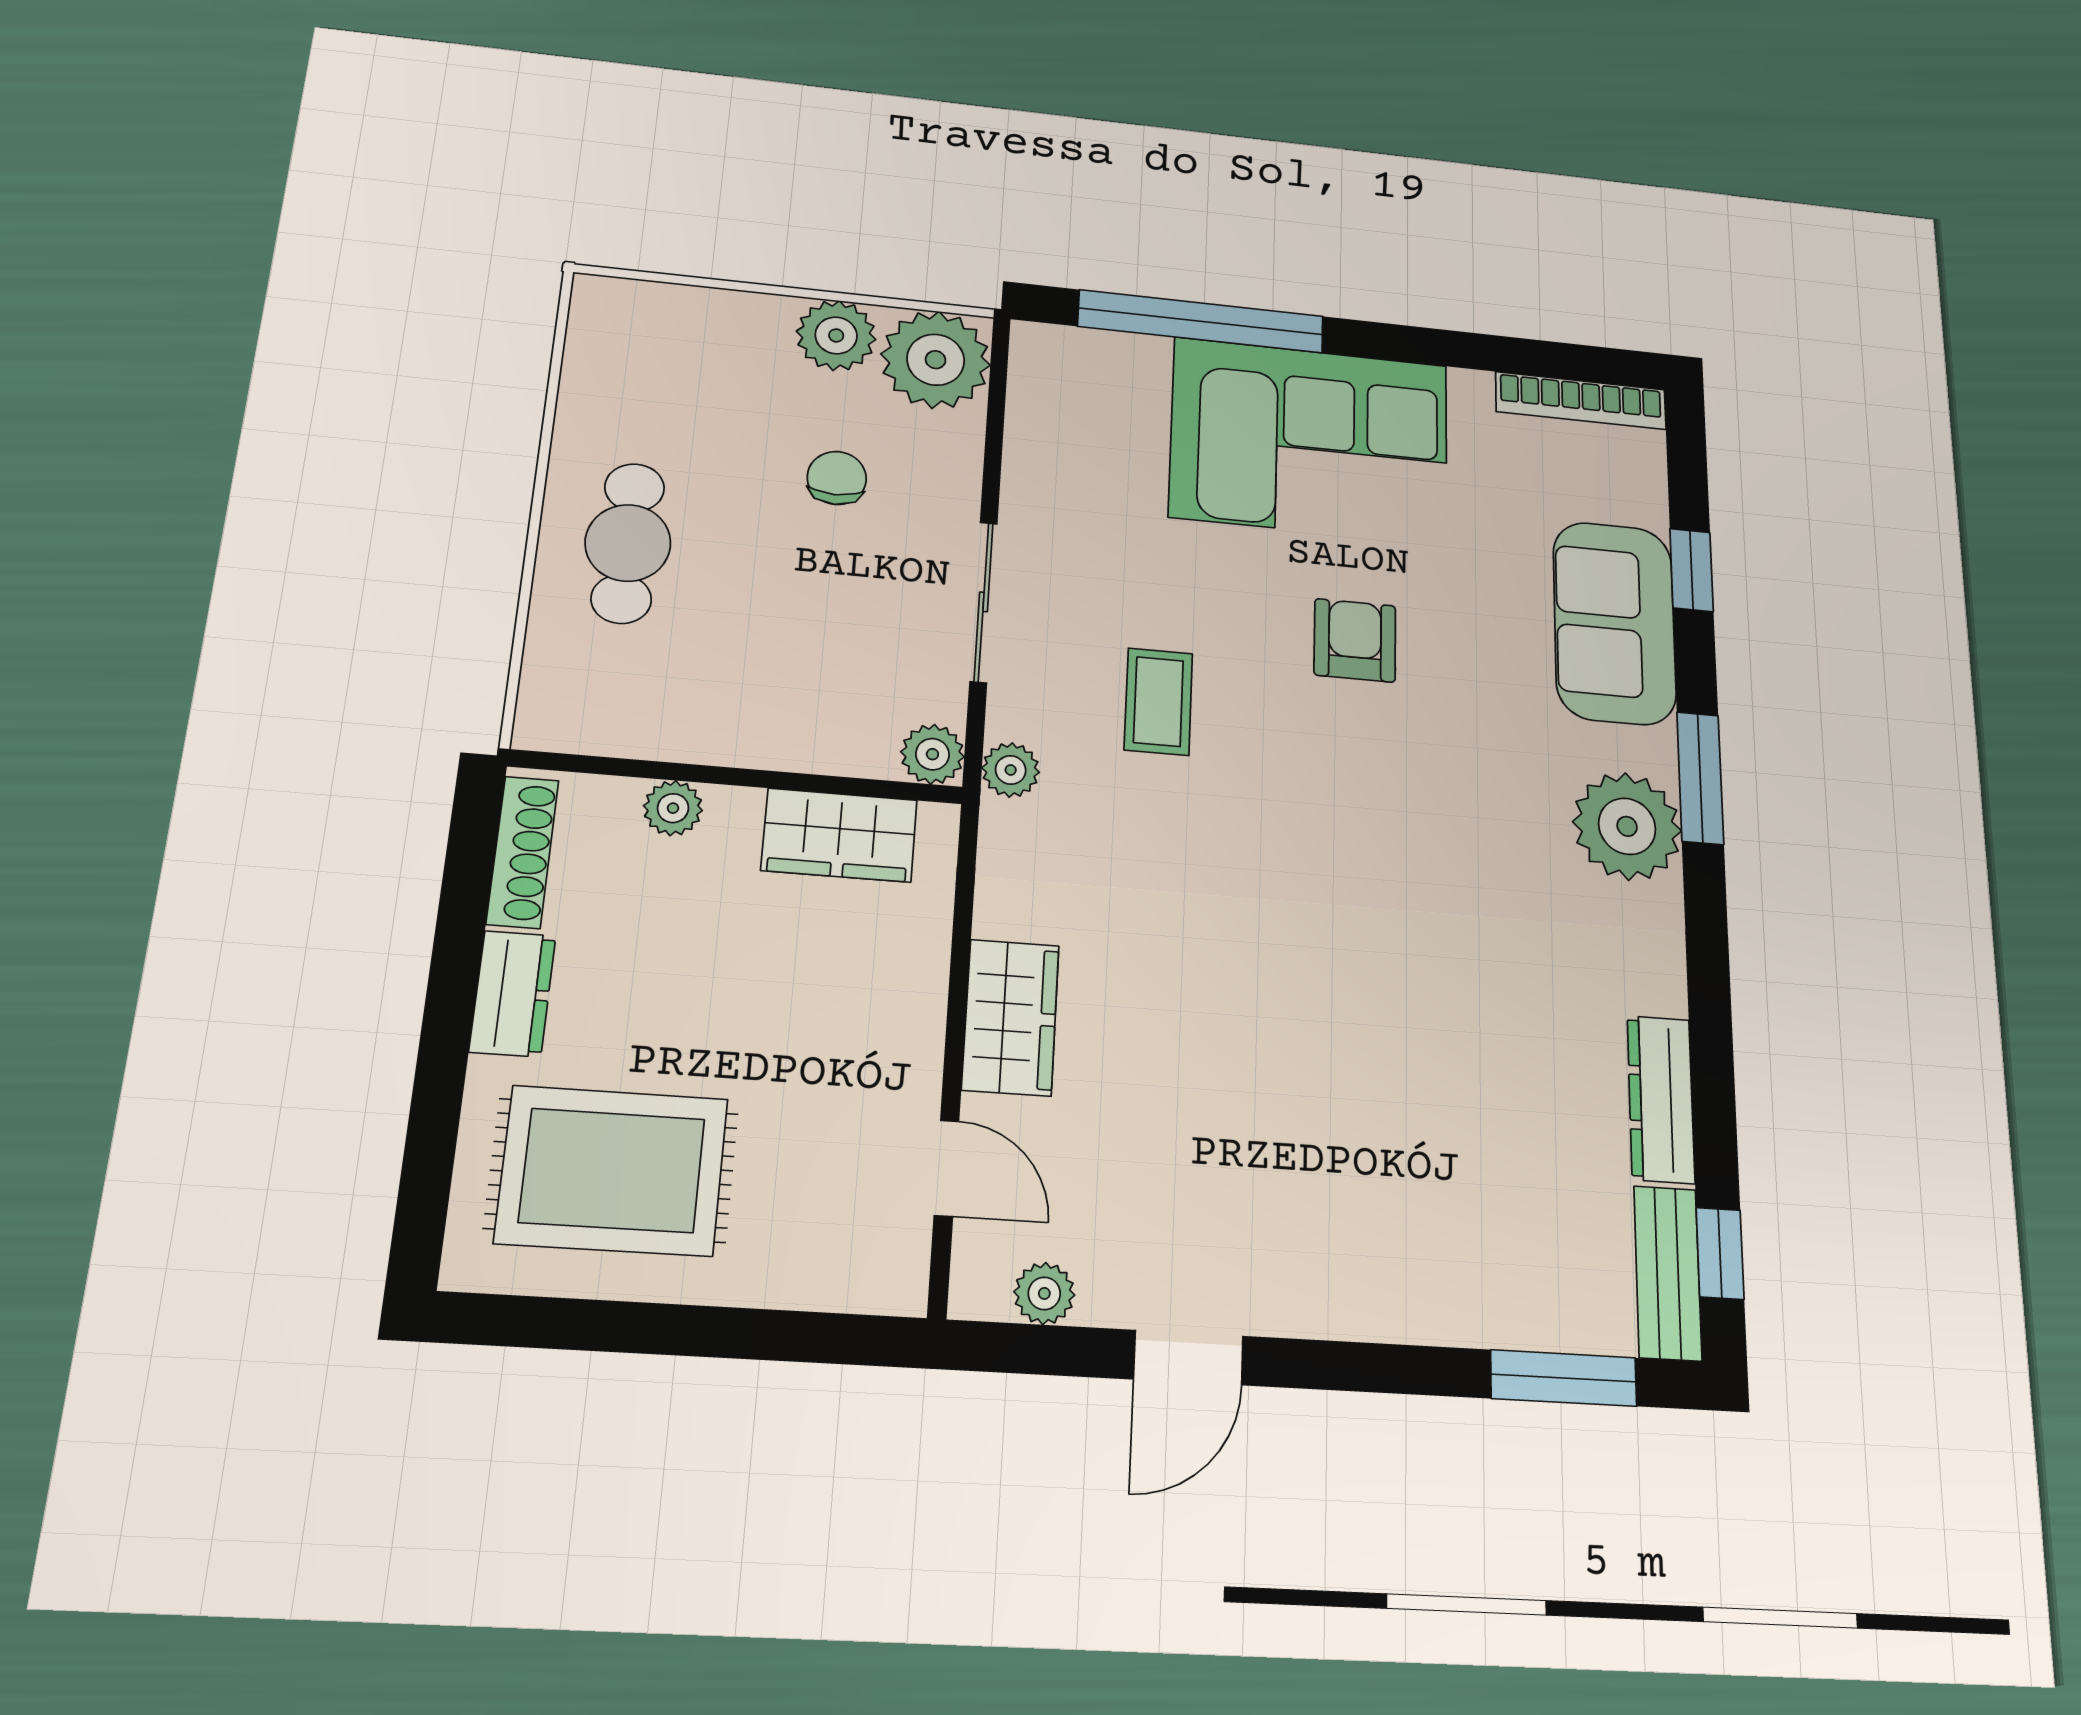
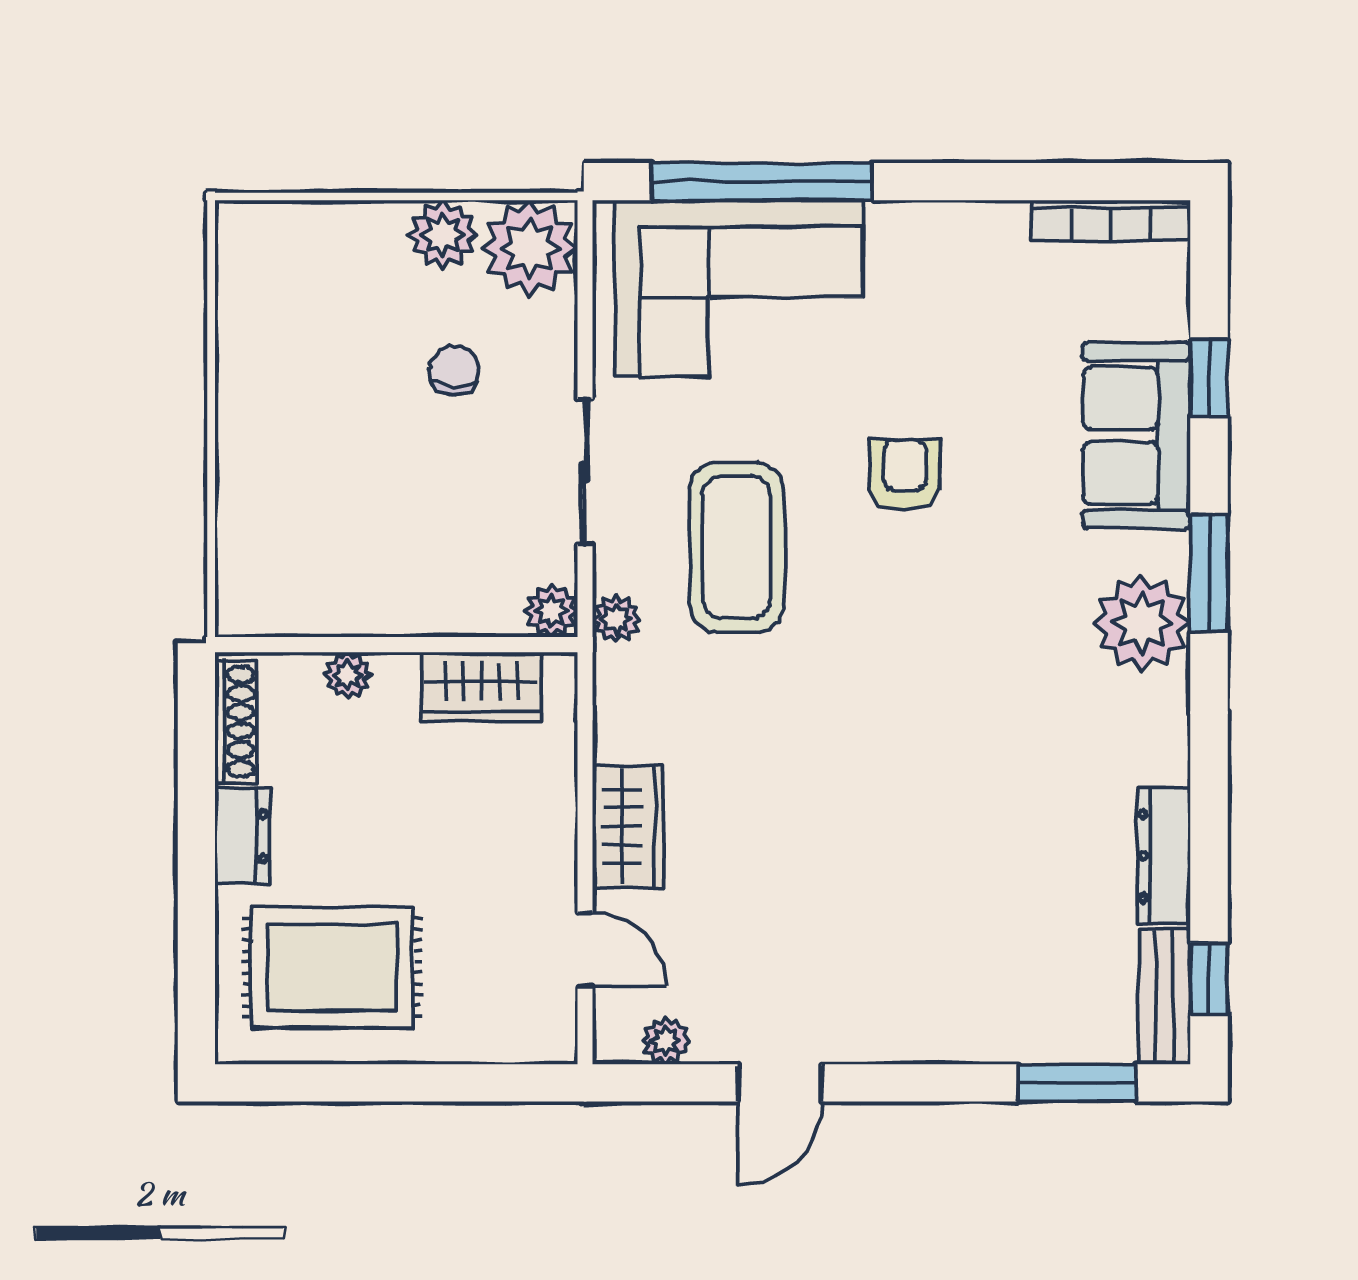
corner sofa: (1310, 440) -> (739, 288), moved
cafe table: (628, 543) -> (288, 448), removed
coffee table: (1158, 702) -> (737, 547), width x1.86, depth x1.72

